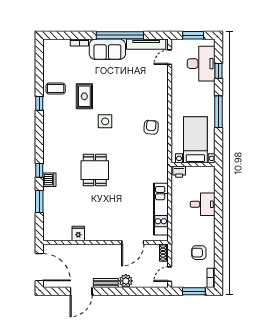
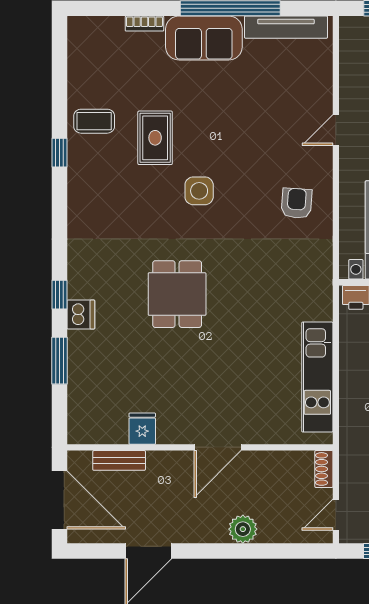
door: (170, 57) -> (336, 130), moved
door: (133, 242) -> (218, 447), moved
bench: (106, 283) -> (119, 460), moved

